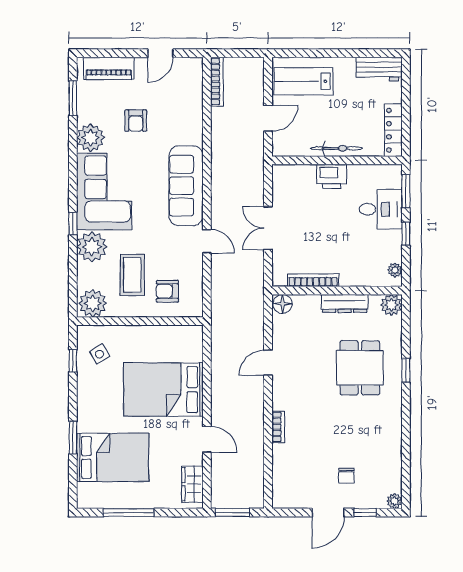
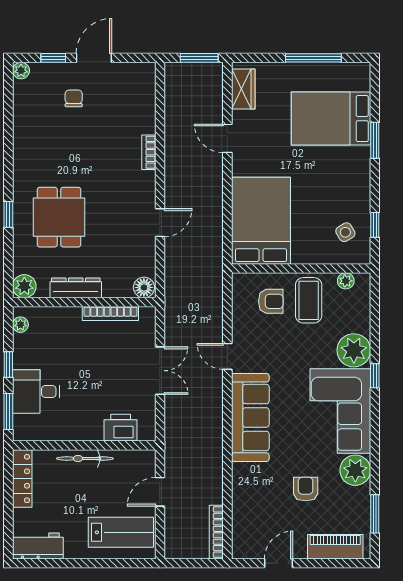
printer: (332, 176) -> (121, 428), moved
coffee table: (132, 275) -> (309, 300), moved
plant: (93, 303) -> (346, 281), width x0.53, depth x0.53
bed: (163, 390) -> (261, 221), moved, turned -90

